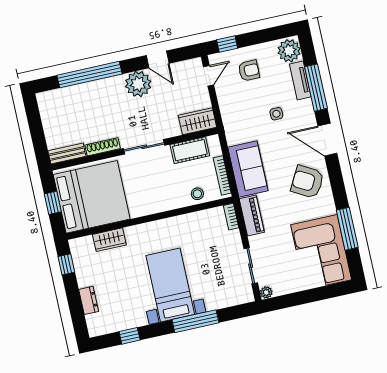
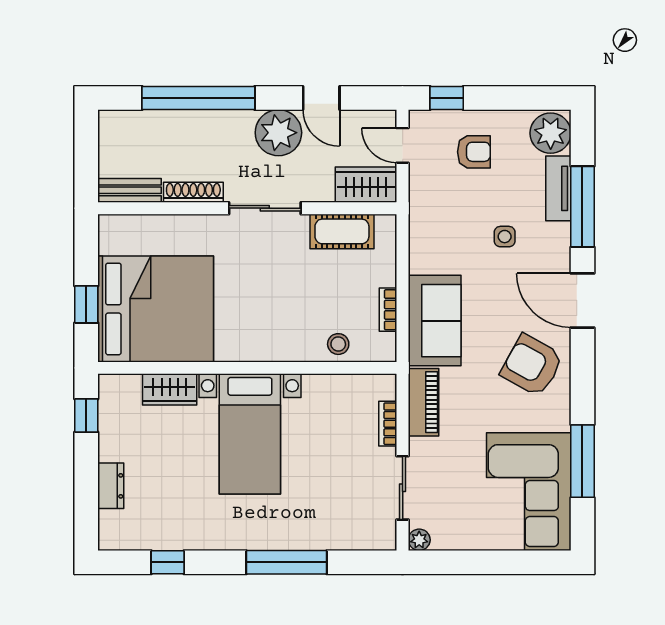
door: (209, 76) -> (403, 145), swing flipped
wardrobe: (197, 121) -> (366, 185), moved
shoe rack: (103, 147) -> (193, 192), moved
sliding door: (144, 147) -> (265, 208), moved
wall: (134, 149) -> (247, 208), moved
cot: (190, 150) -> (342, 231), moved
bench: (67, 154) -> (130, 190), moved
bookcase: (222, 175) -> (388, 310), width x0.64
bookcase: (231, 217) -> (388, 424), moved
bed with nightstands: (170, 285) -> (250, 434), moved, turned 180

